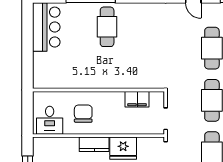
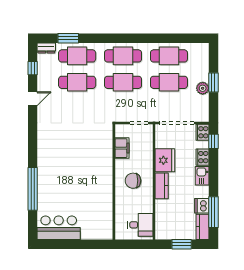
cafe table: (107, 27) -> (58, 174), removed
chair: (83, 114) -> (133, 181), moved

